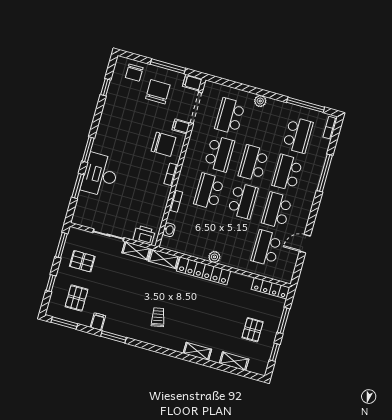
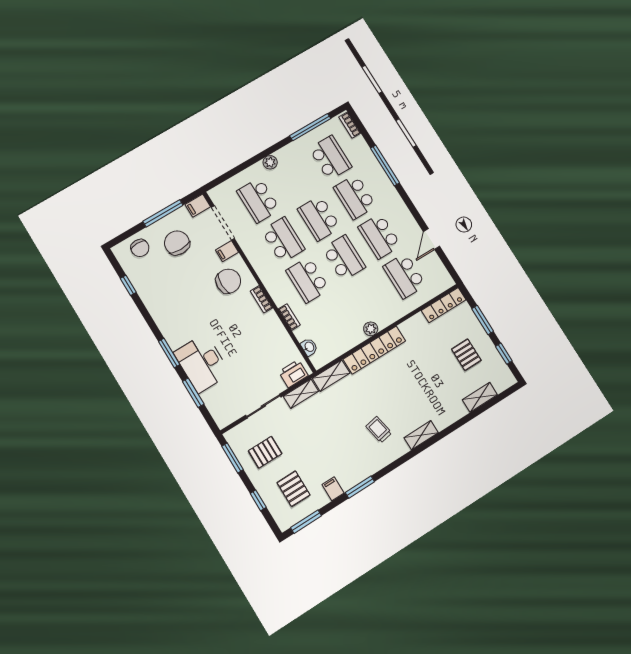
shelving: (197, 351) -> (421, 435), moved

